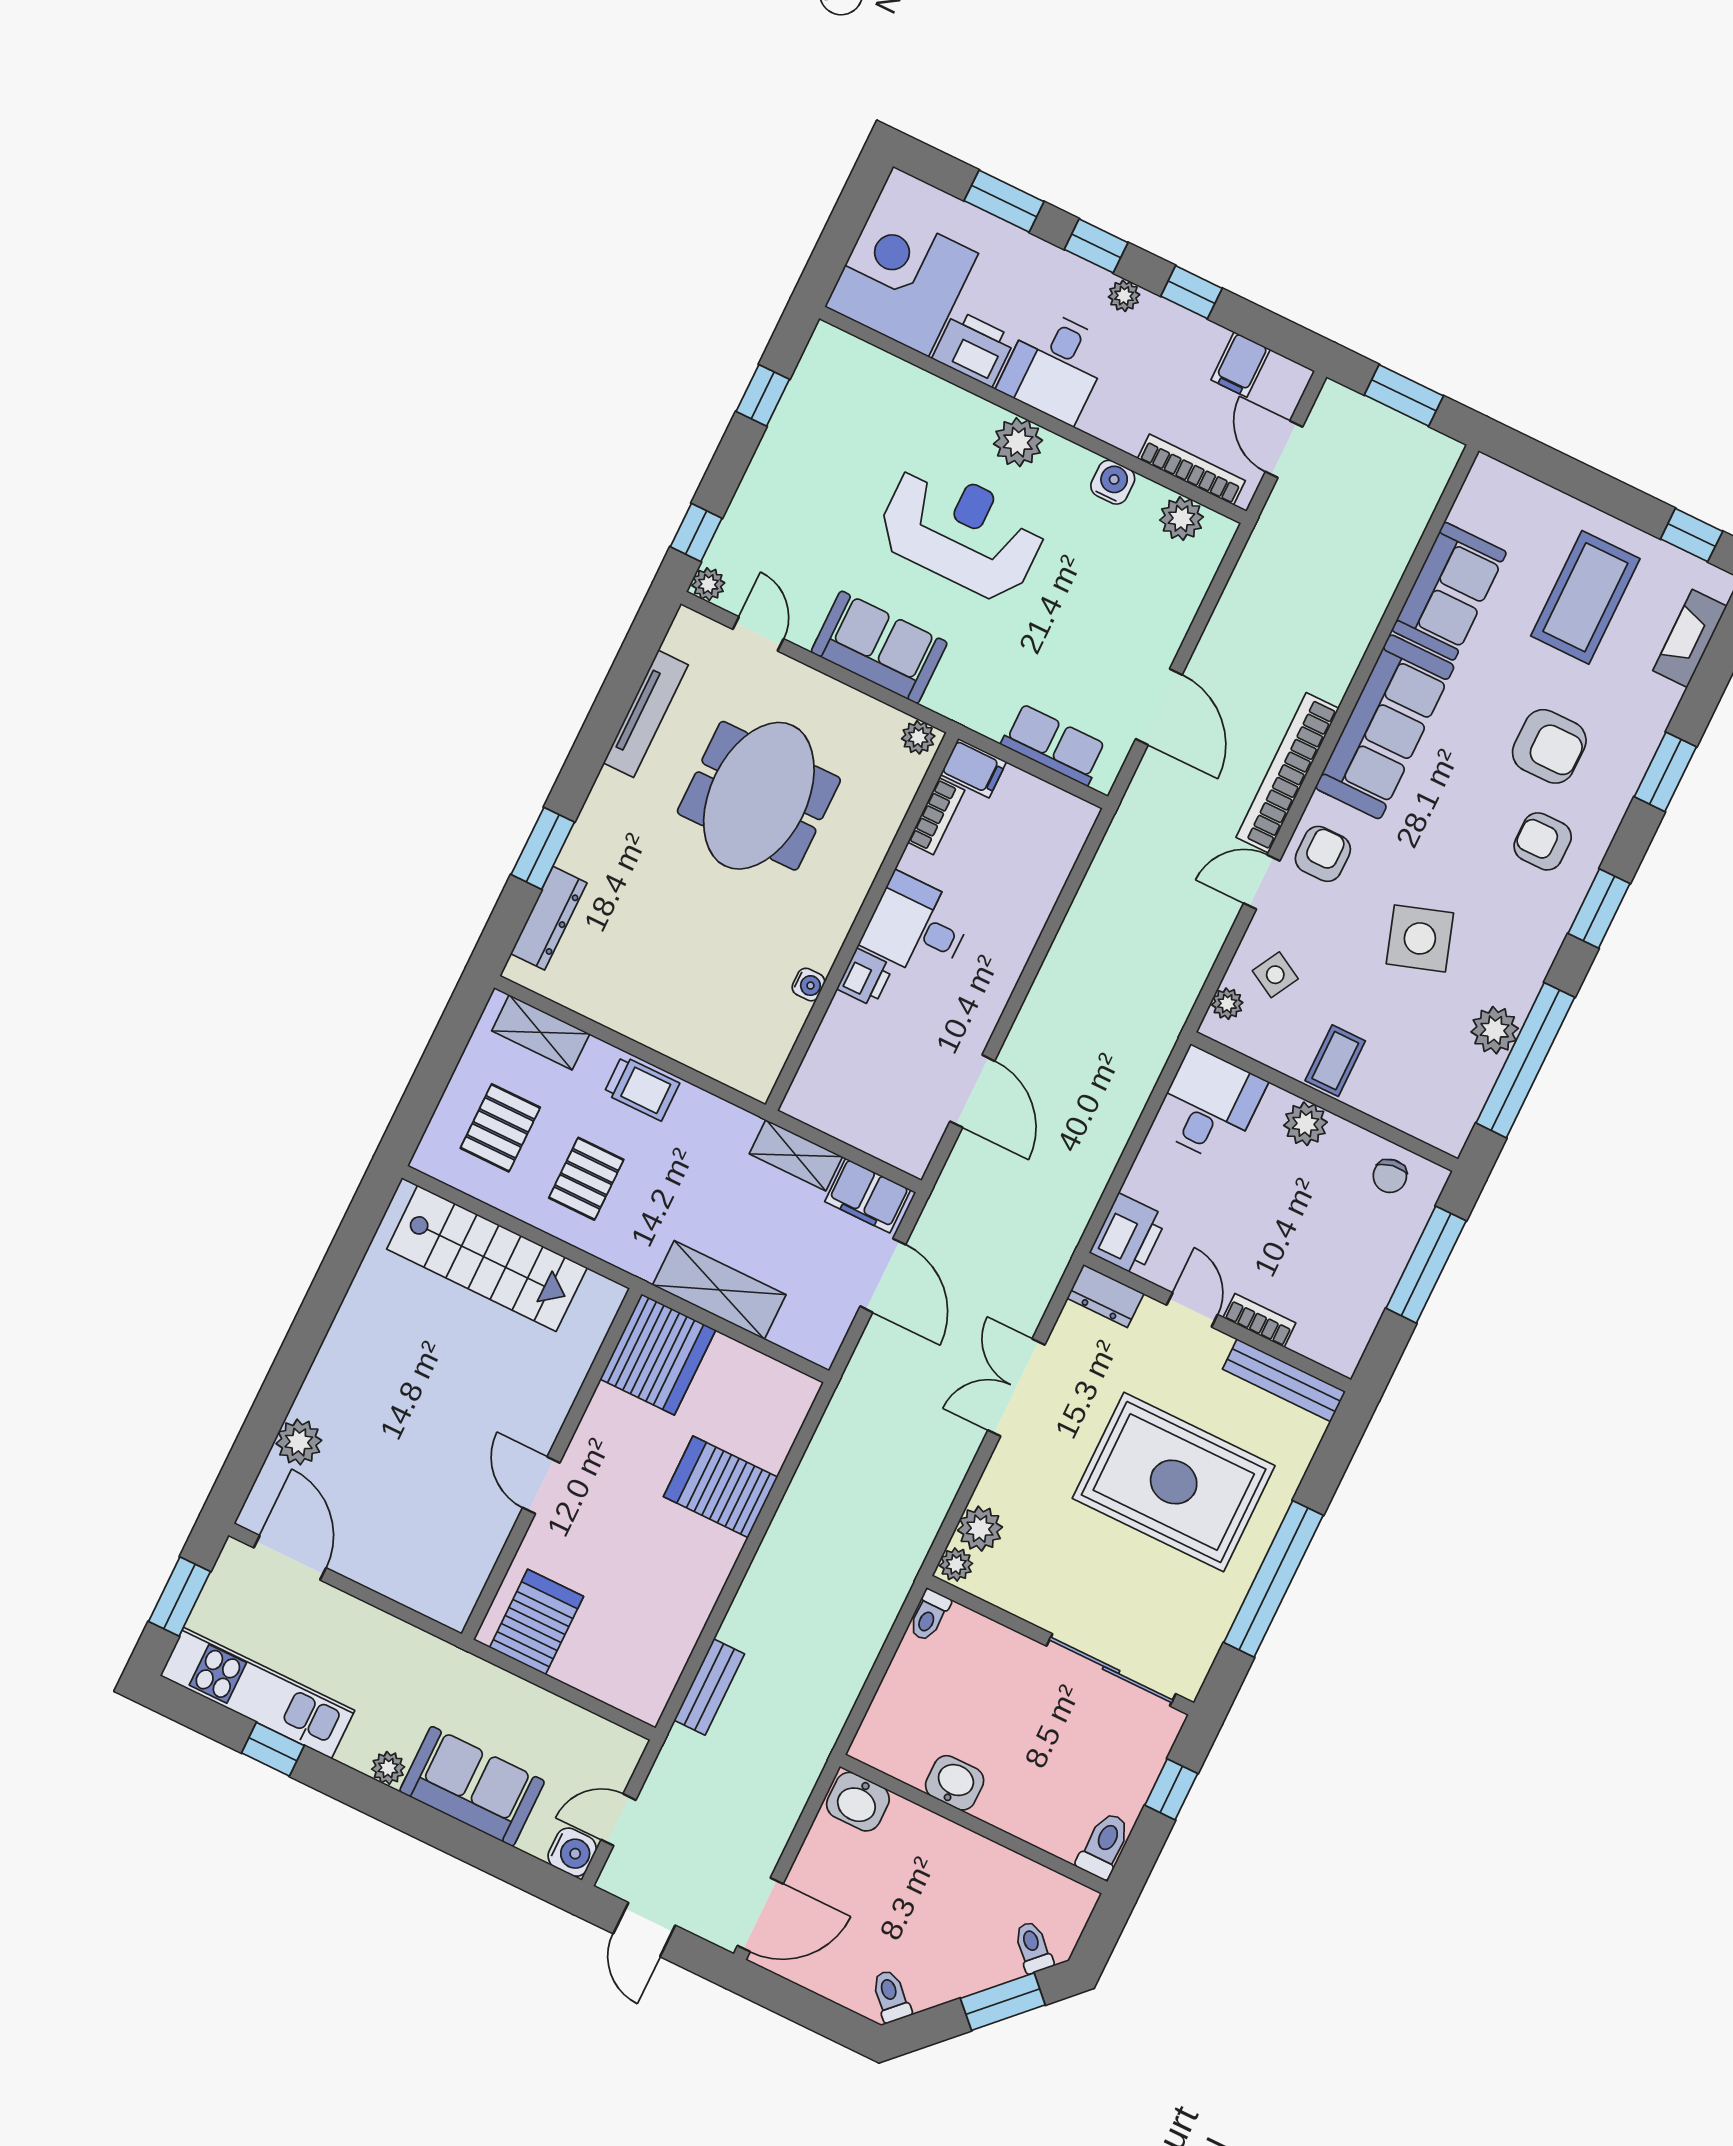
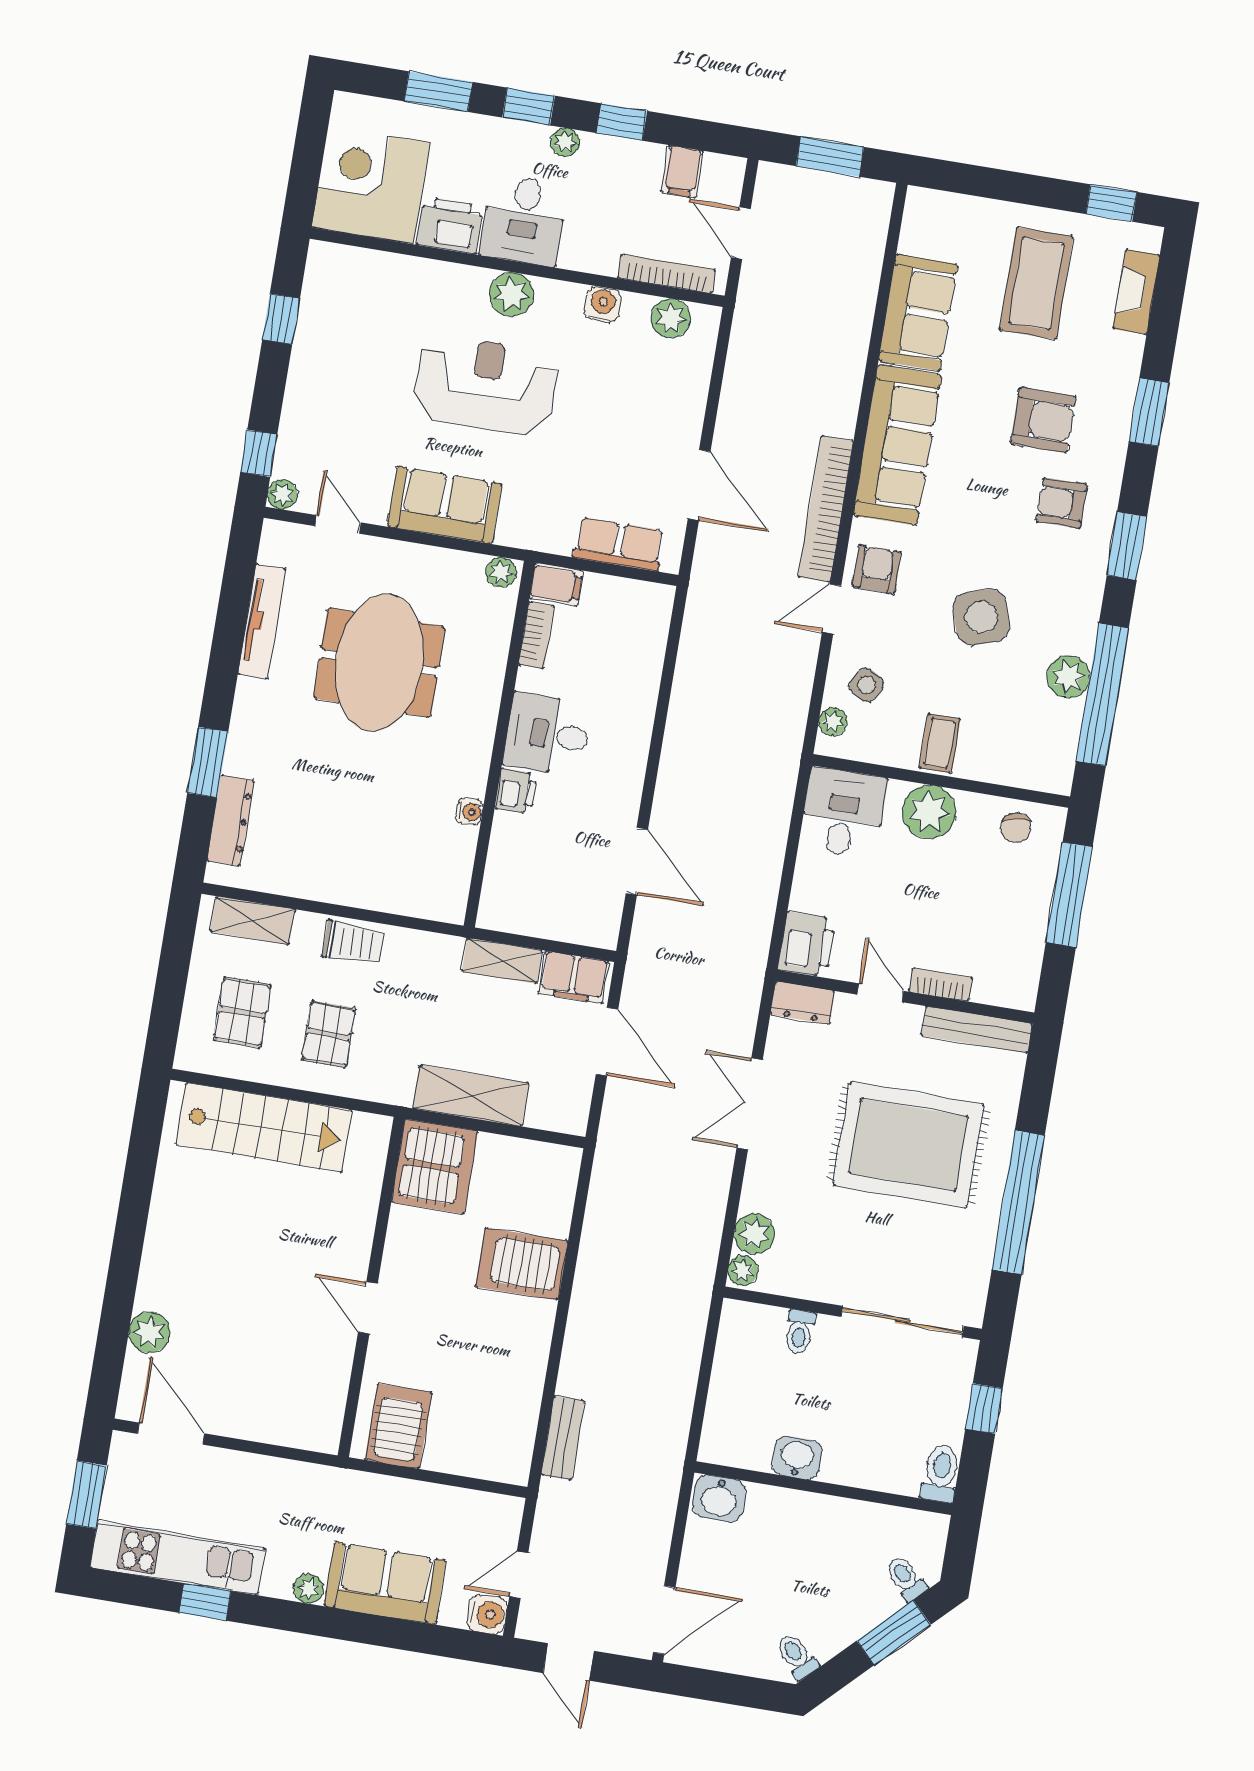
plant: (1305, 1124) -> (929, 812), width x1.36, depth x1.36
toilet: (929, 1615) -> (800, 1332), moved

